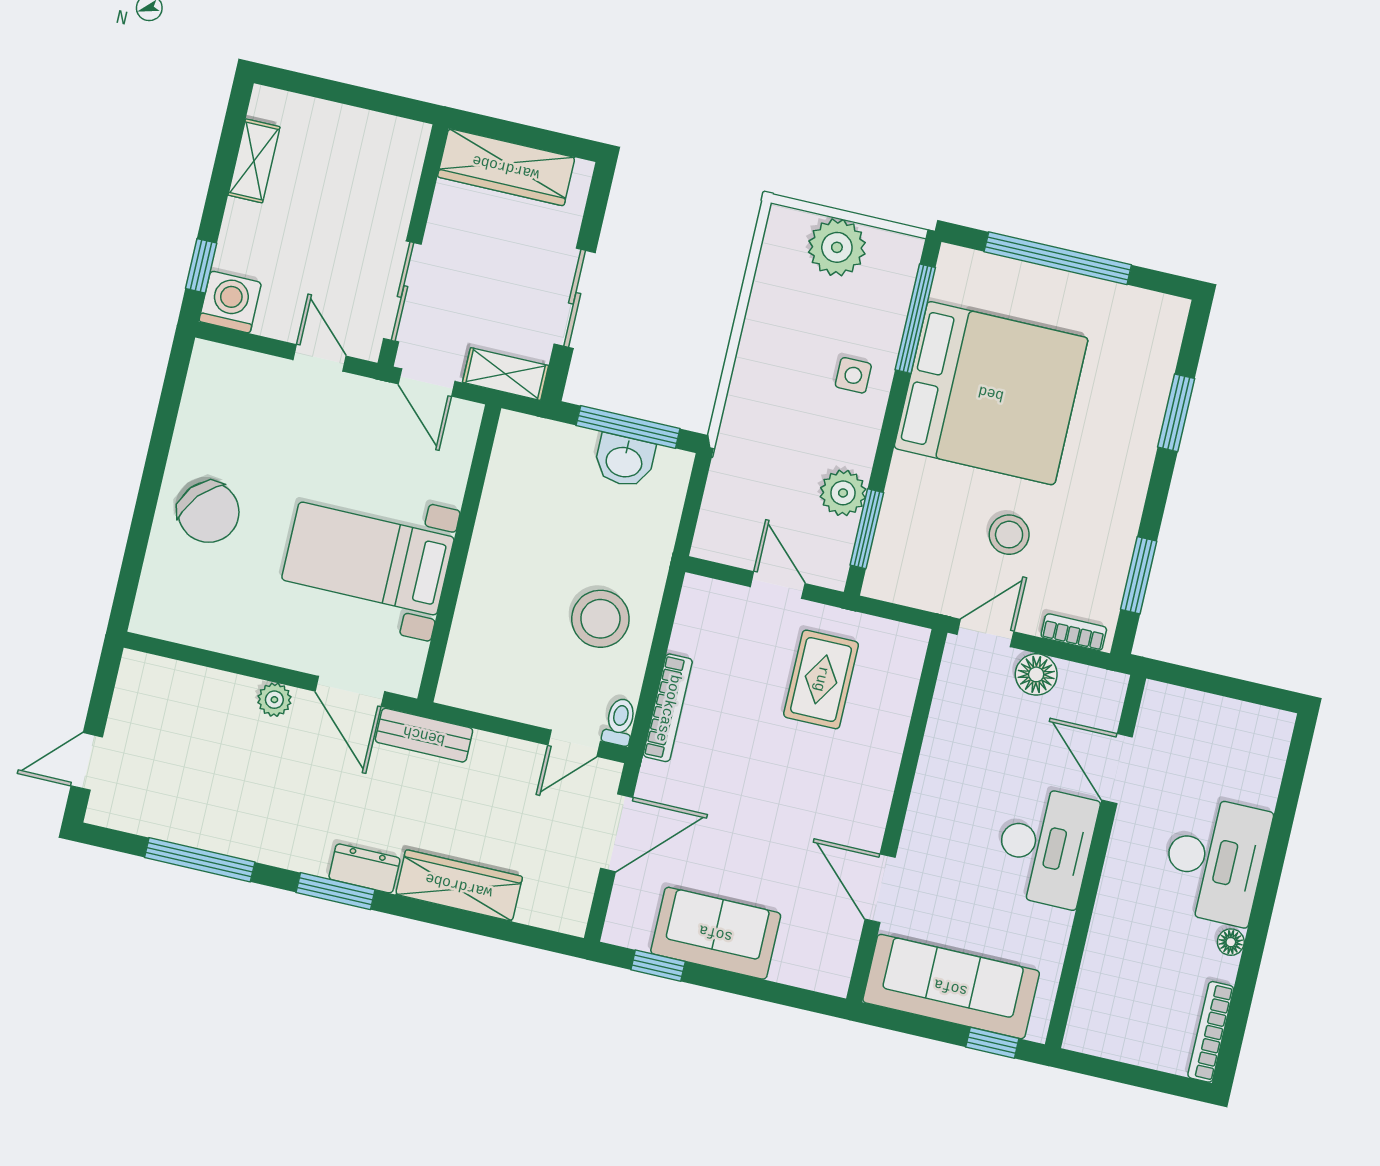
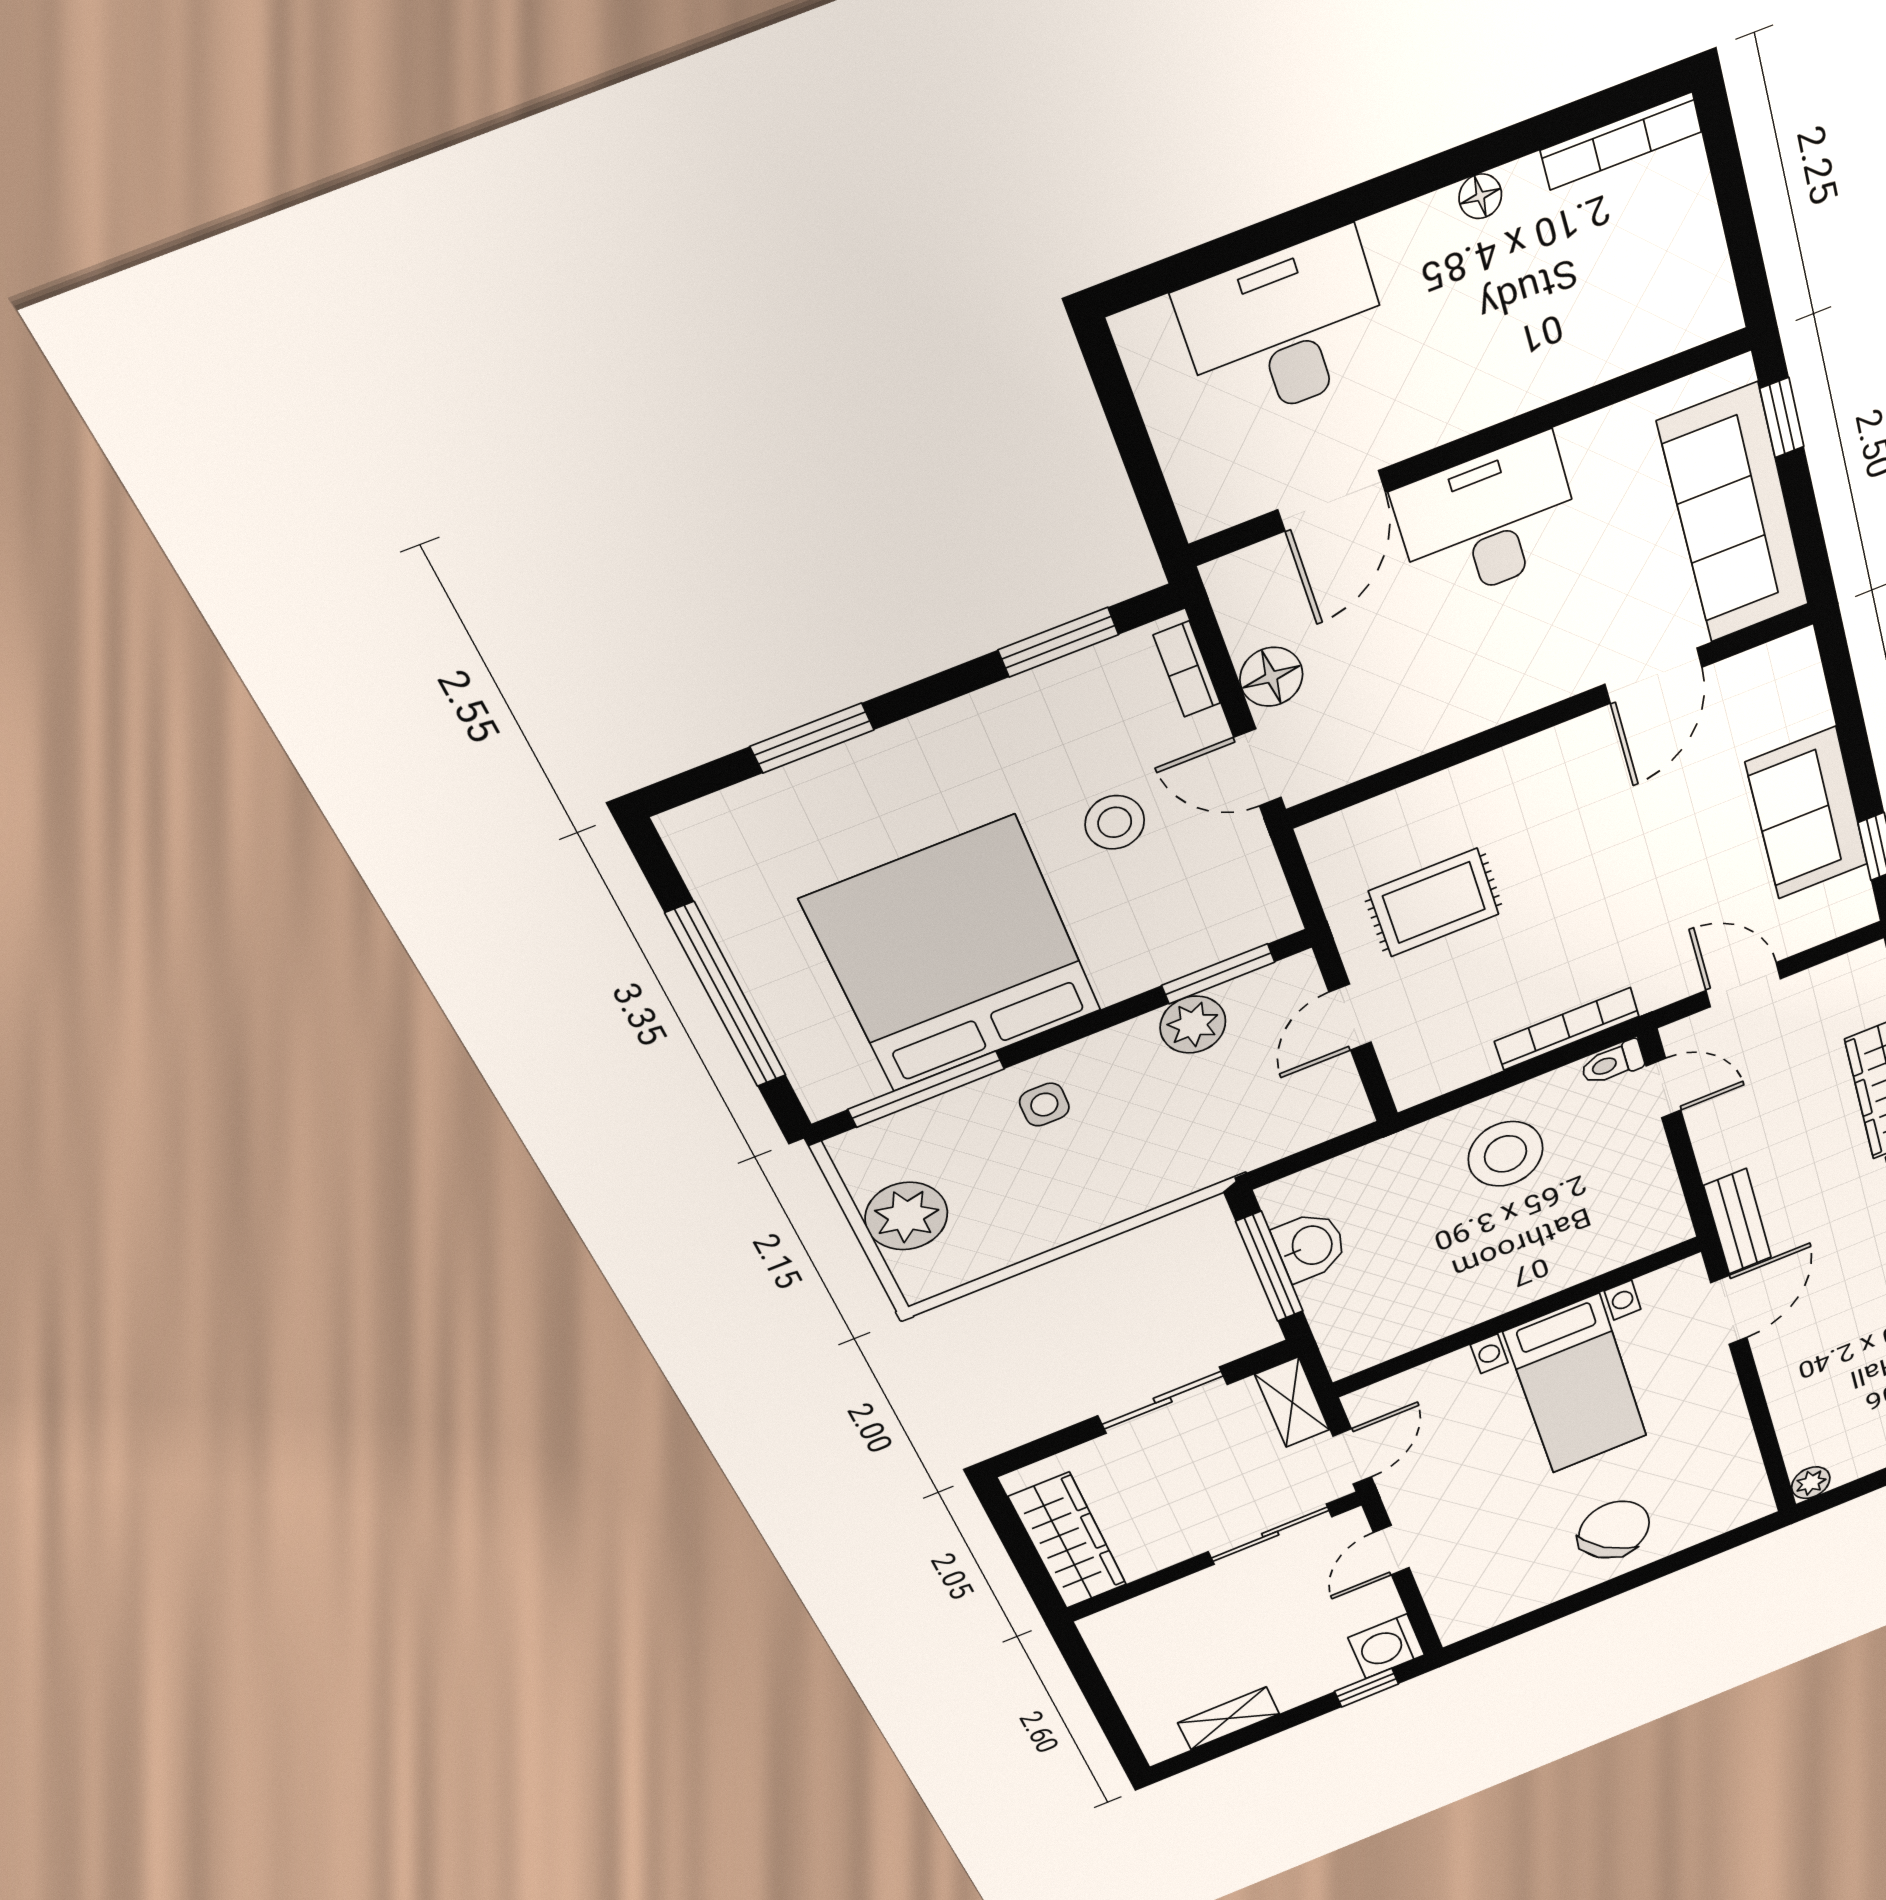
plant: (274, 700) -> (1811, 1483), moved
door: (617, 833) -> (1743, 985), width x0.73
desk: (1215, 860) -> (1285, 329), moved

